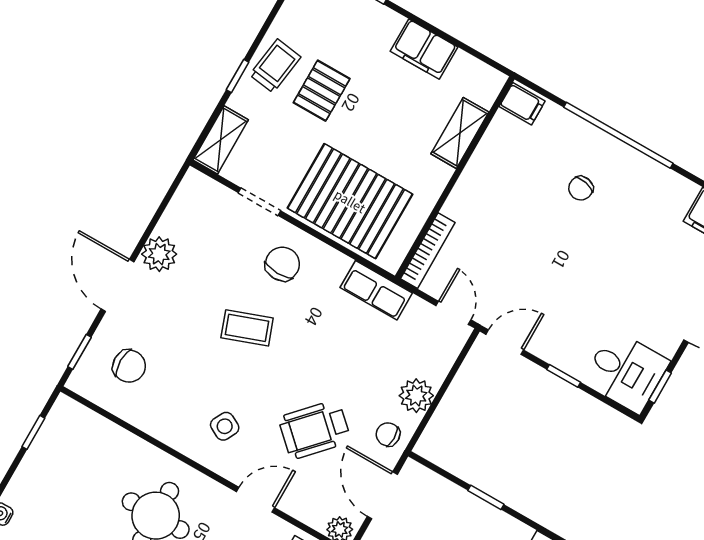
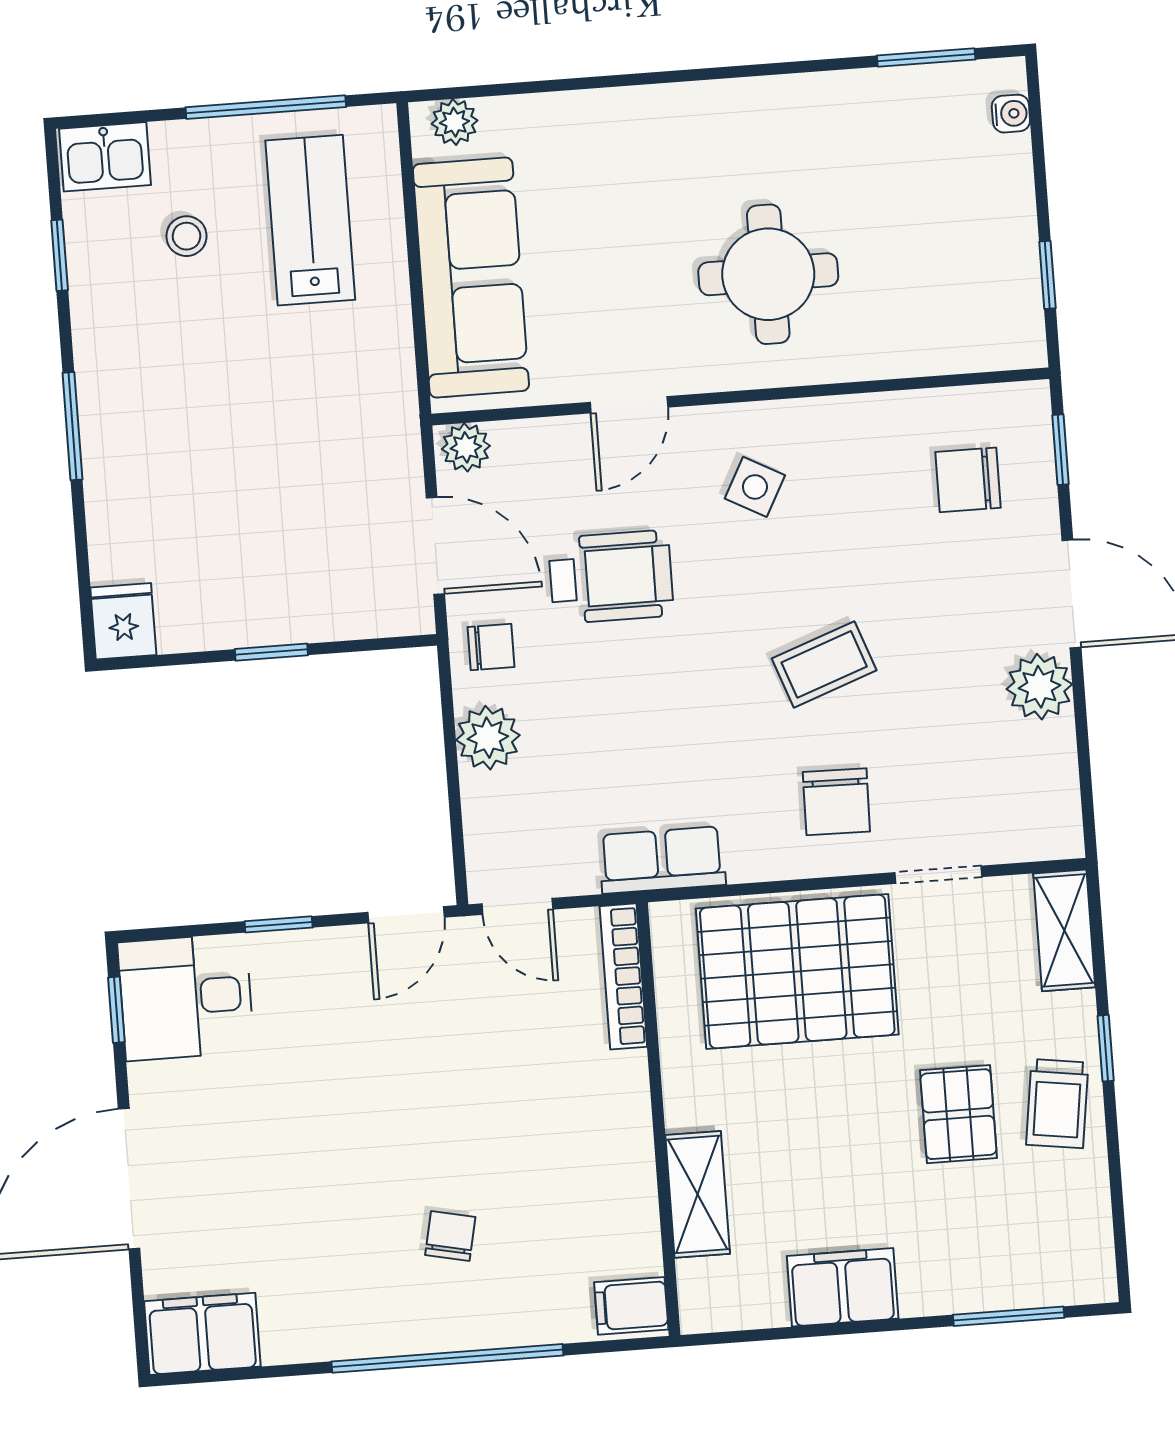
wheelchair: (315, 429) -> (611, 577), turned 47

